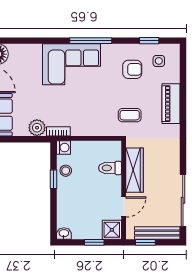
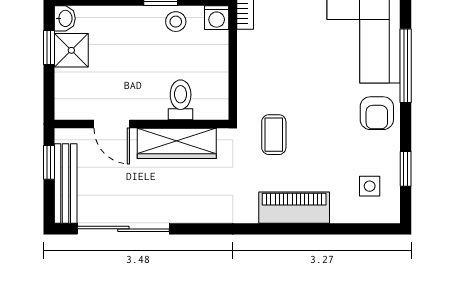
armchair: (132, 69) -> (377, 113), moved
shower: (112, 230) -> (71, 50), moved
window: (94, 242) -> (49, 48), moved

